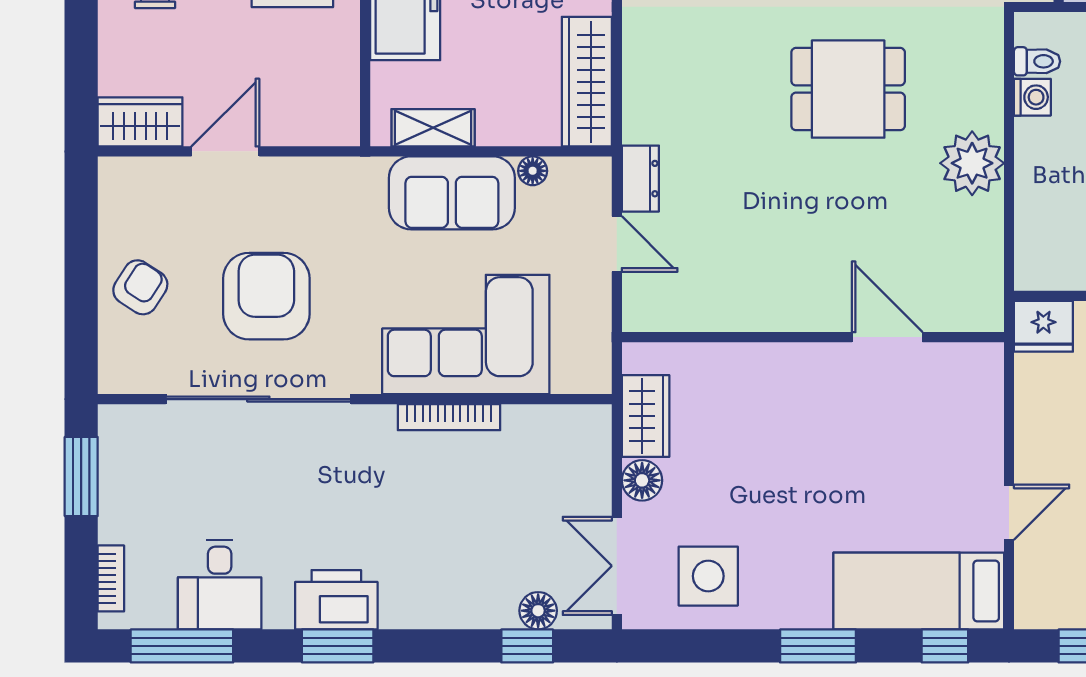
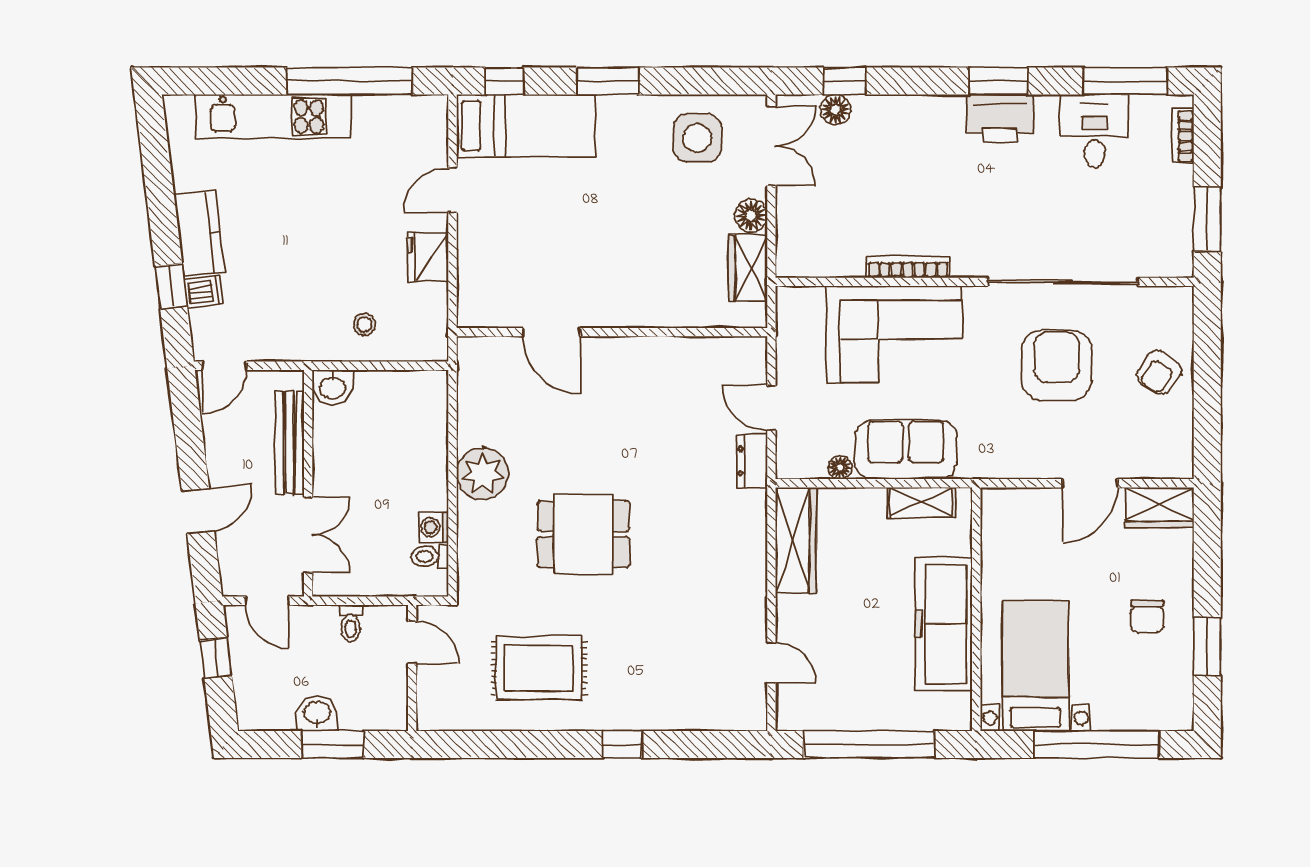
armchair: (266, 296) -> (1057, 366), turned 180
fridge: (1043, 326) -> (428, 257), moved, turned -90

